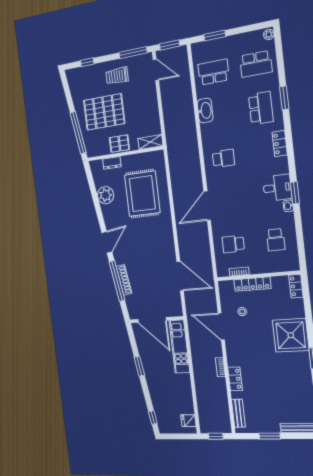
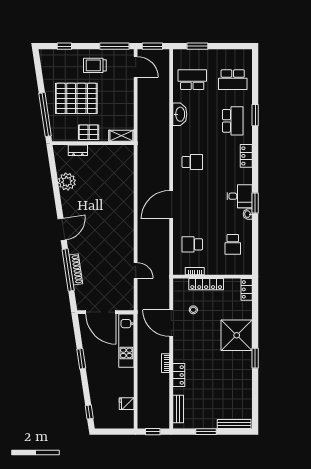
plant: (269, 34) -> (247, 55), removed
rug: (142, 194) -> (106, 185), removed
door: (180, 276) -> (136, 271), width x0.53
fridge: (188, 421) -> (127, 404), moved

